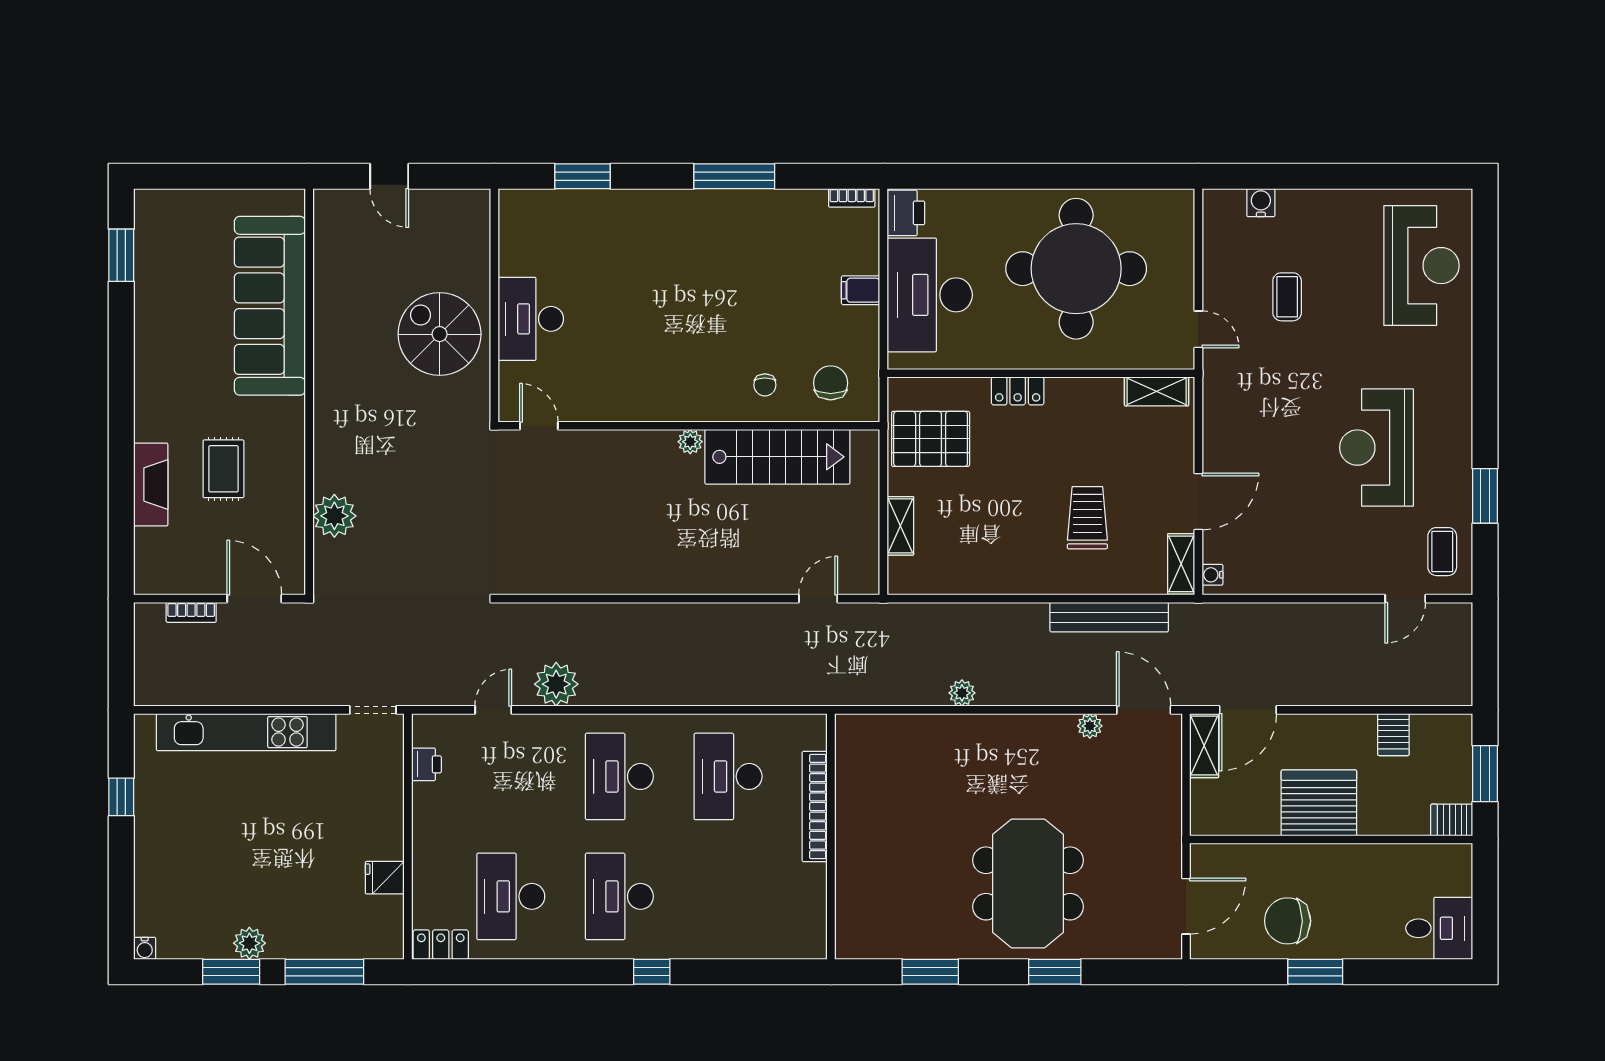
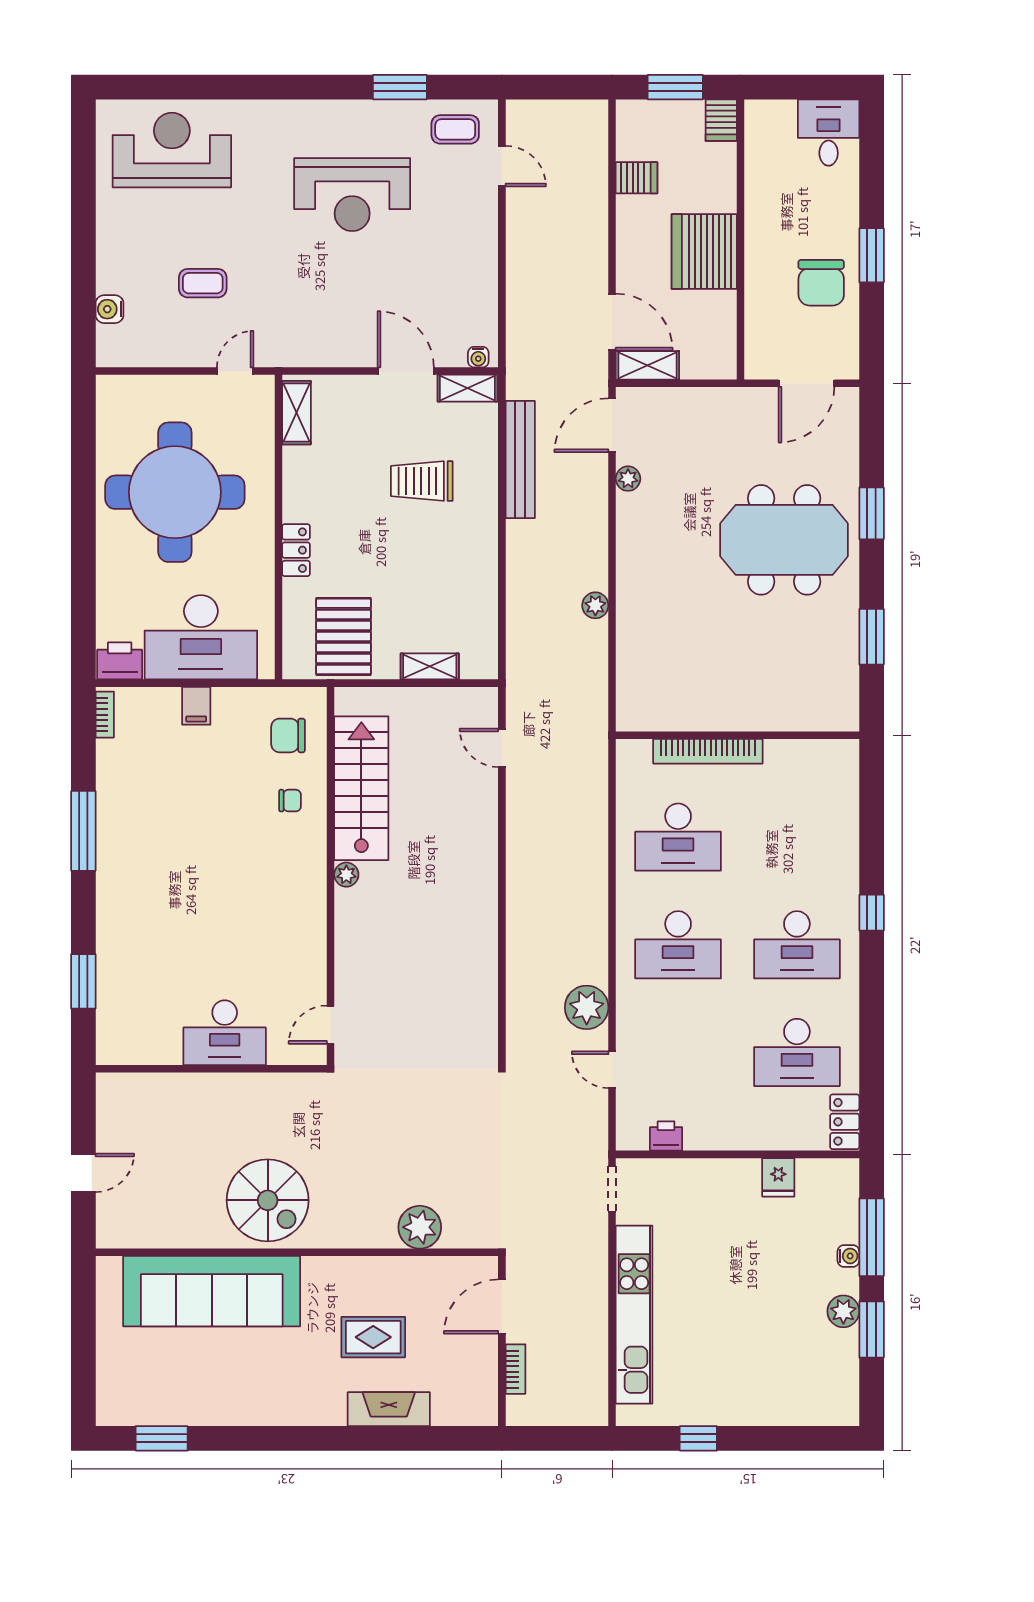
spiral stairs: (440, 334) -> (268, 1200), moved, turned -90
door: (1186, 906) -> (807, 383), swing flipped
water cooler: (145, 948) -> (848, 1256), moved

